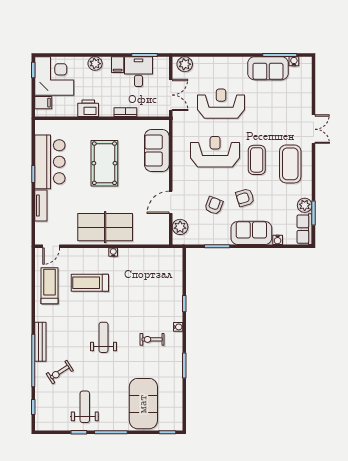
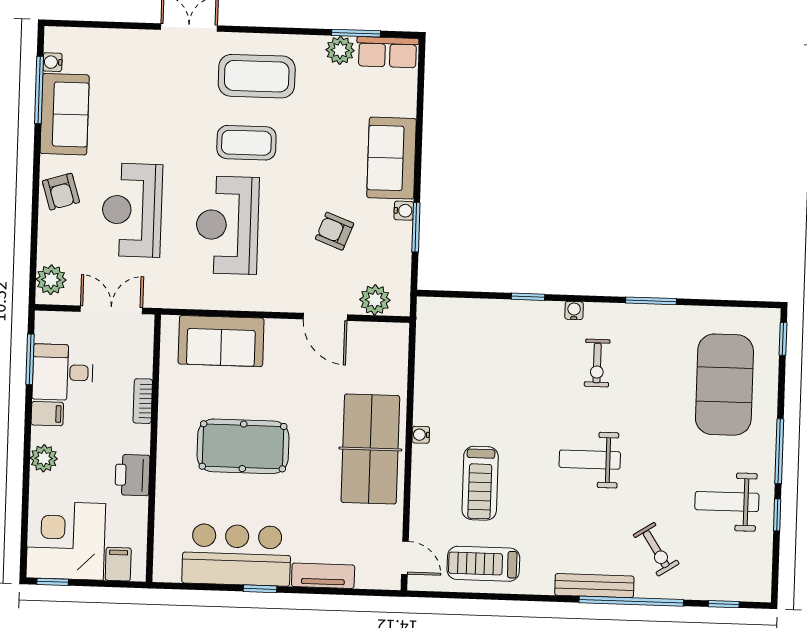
armchair: (245, 198) -> (61, 192), moved
water cooler: (278, 240) -> (404, 211), moved
exercise mat: (143, 404) -> (724, 385), turned 90

